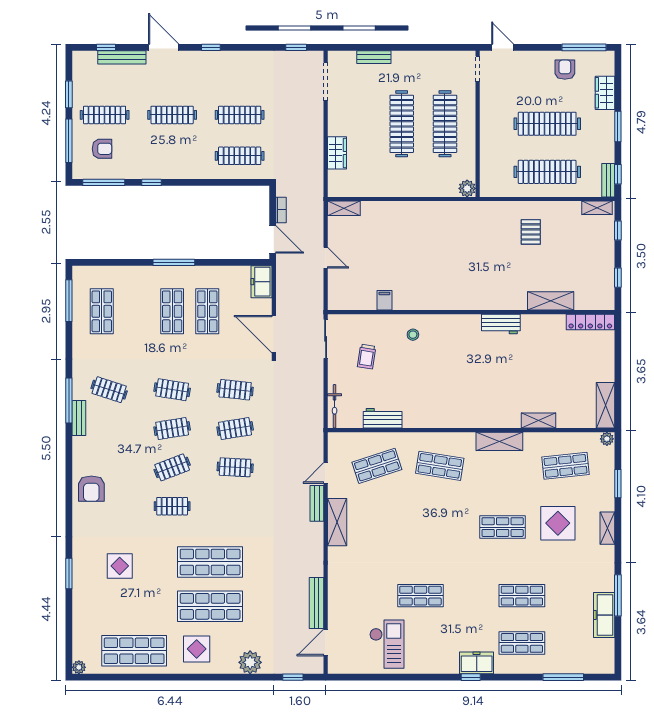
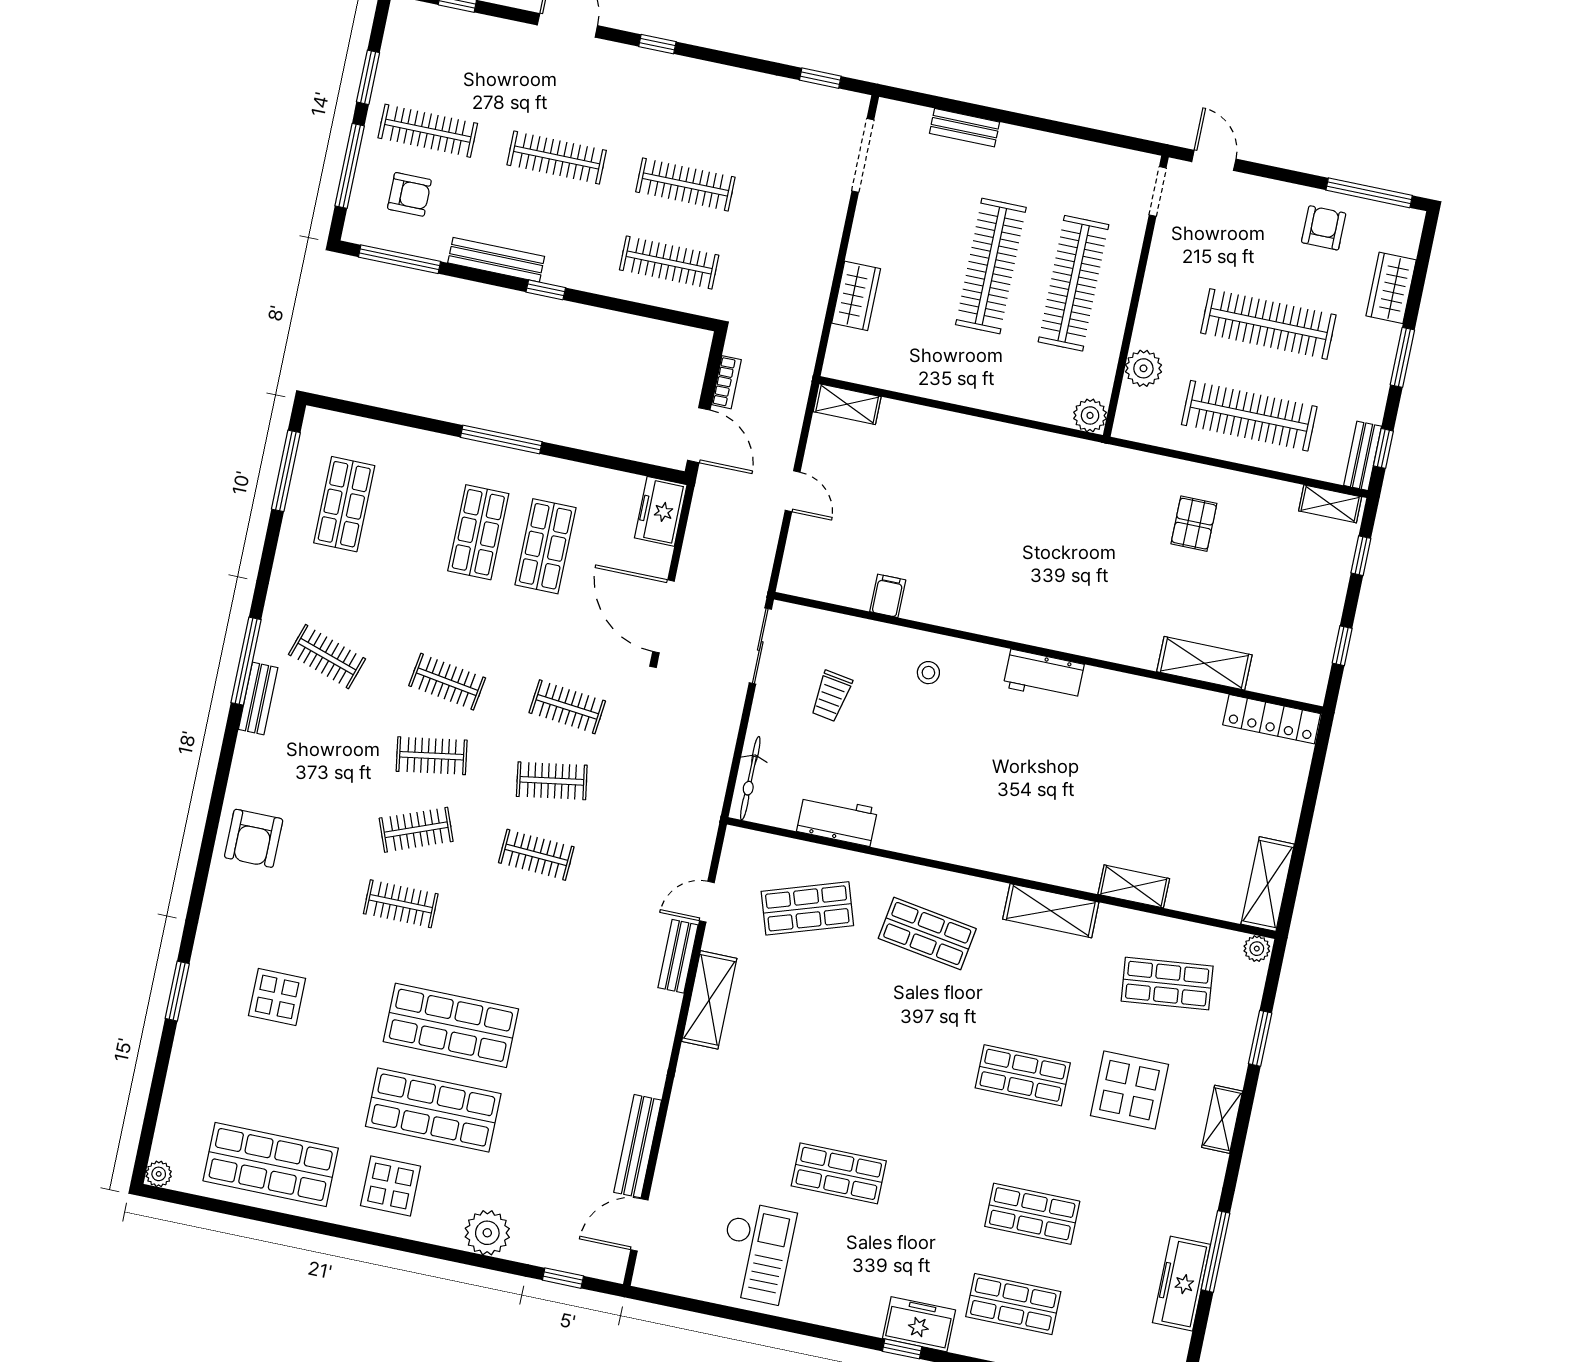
bench: (122, 57) -> (496, 260), moved
plant: (489, 159) -> (1143, 368), added
window: (152, 182) -> (546, 290), moved
workbench: (501, 324) -> (1044, 676), moved

